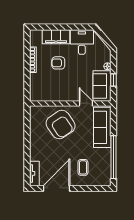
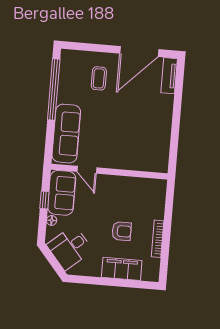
desk: (82, 42) -> (70, 248), moved, turned 50
armchair: (61, 125) -> (126, 143), removed

